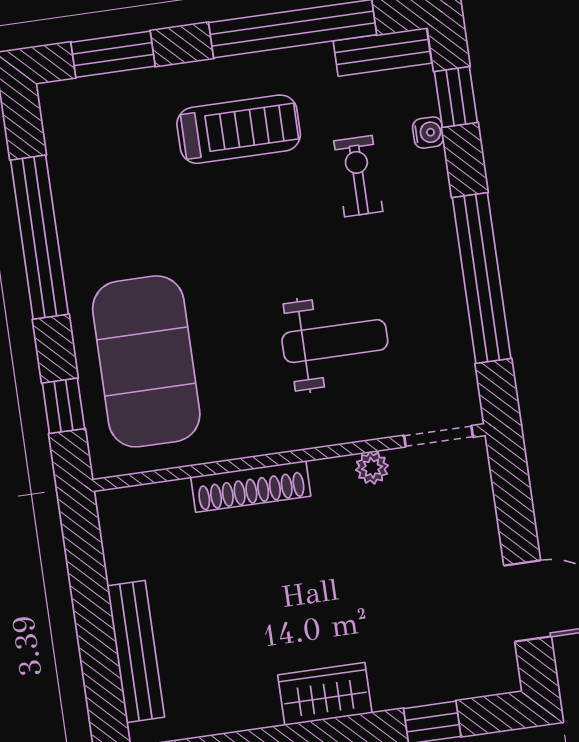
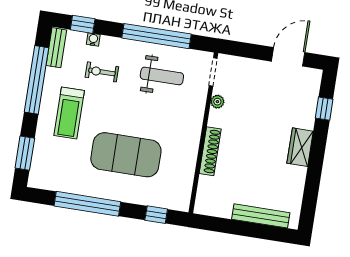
treadmill: (239, 129) -> (69, 113), turned 180
weight bench: (335, 341) -> (162, 76), moved, turned 90
exercise mat: (146, 361) -> (126, 155), moved

